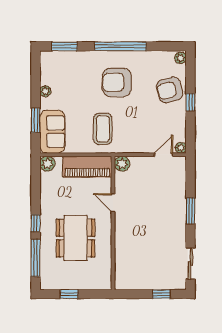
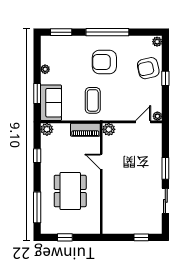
piano: (87, 167) -> (85, 130), width x0.73, depth x0.75
window: (36, 223) -> (37, 156), moved
sliding door: (190, 264) -> (165, 201), moved

